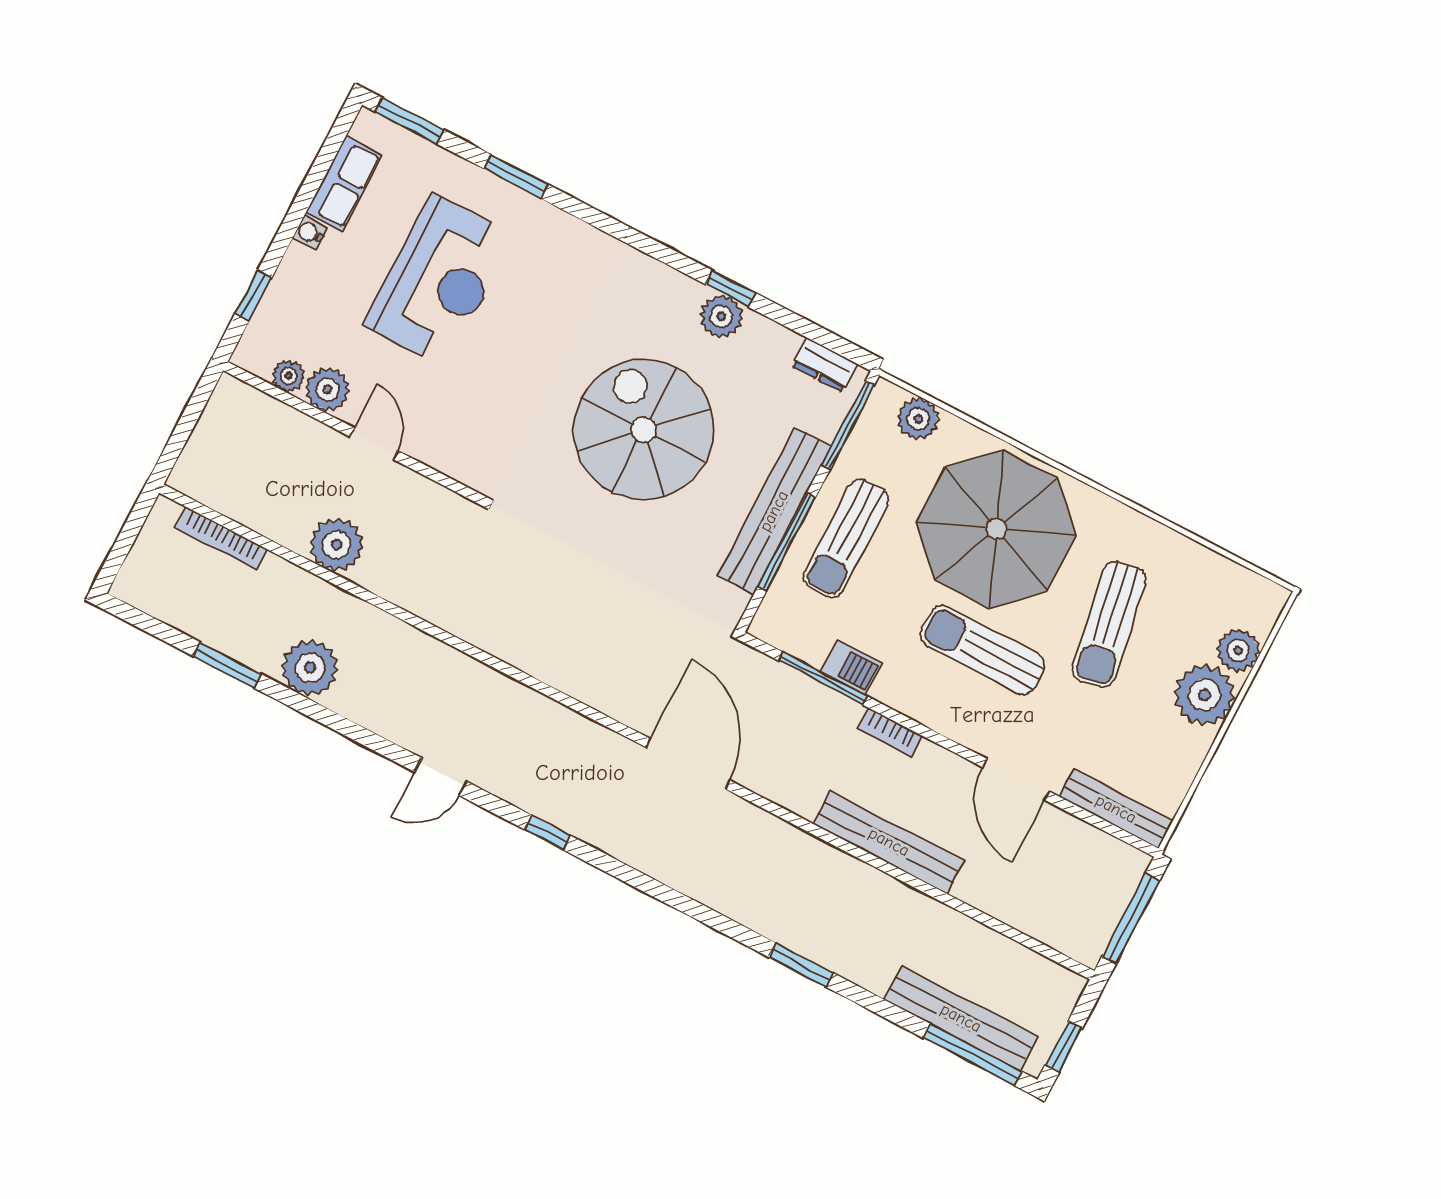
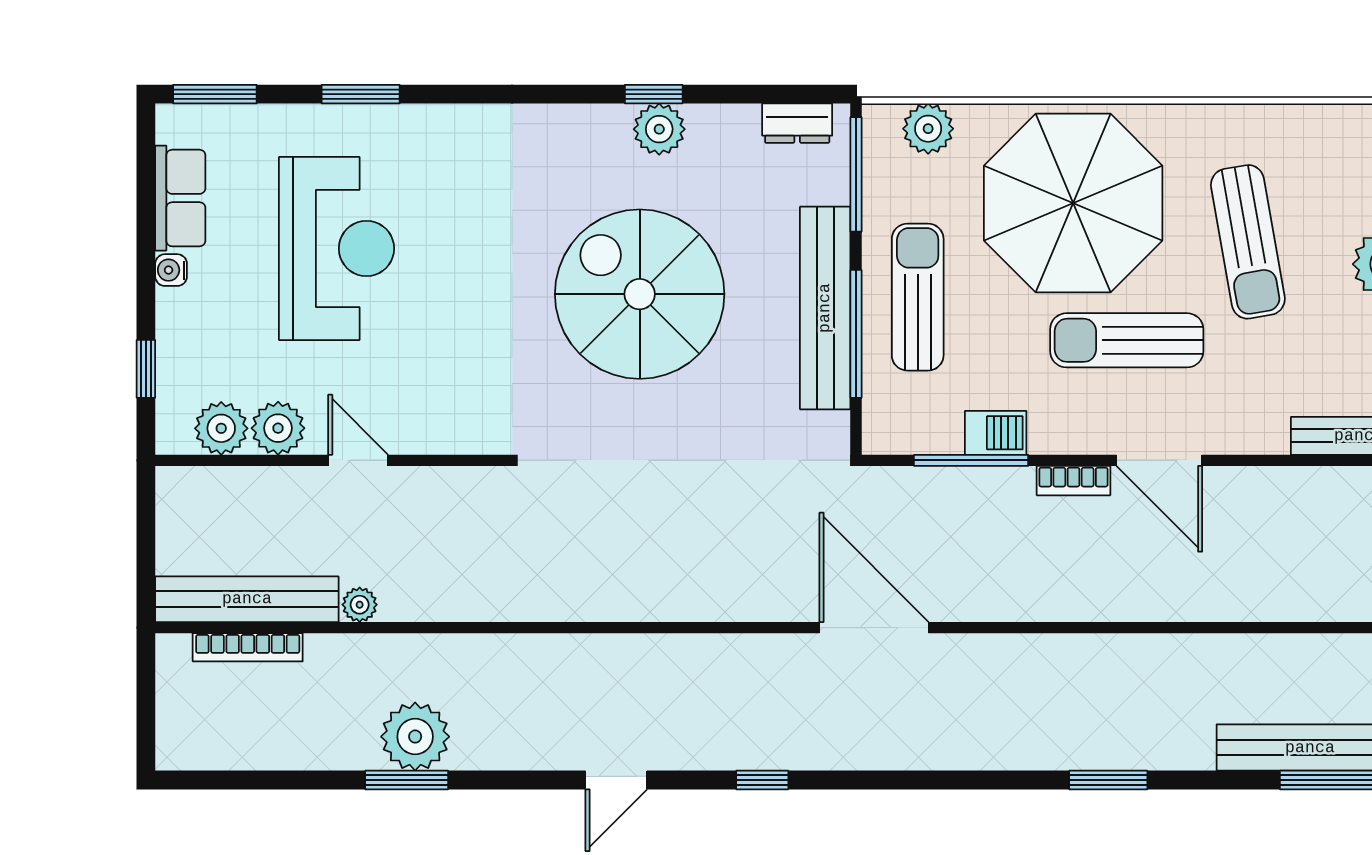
plant: (288, 376) -> (221, 428), width x1.38, depth x1.38
sun lounger: (846, 538) -> (918, 297), turned 180
plant: (337, 545) -> (360, 605), width x0.53, depth x0.53
window: (227, 665) -> (407, 780), moved
door: (1016, 779) -> (1159, 460), moved
bench: (889, 842) -> (247, 599), moved

